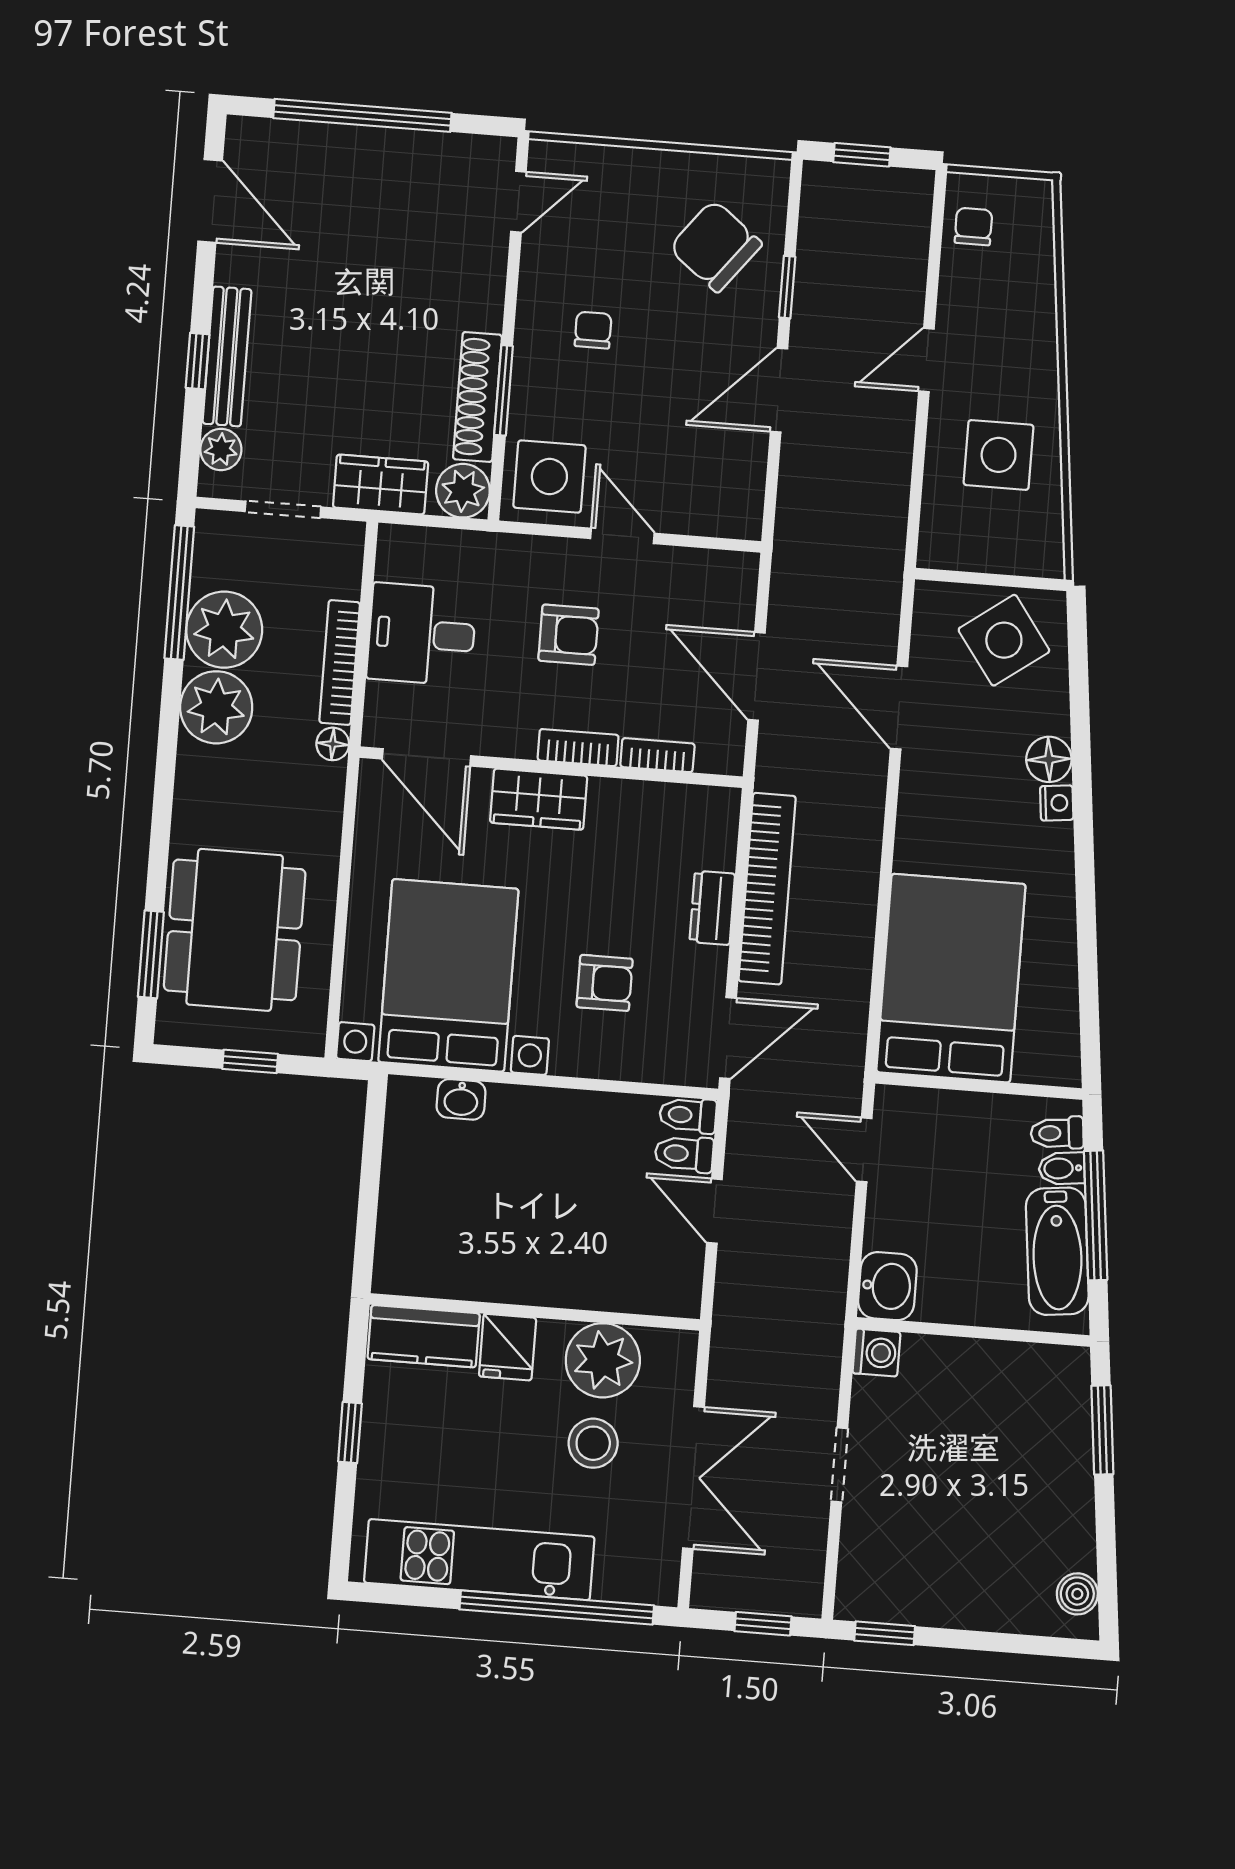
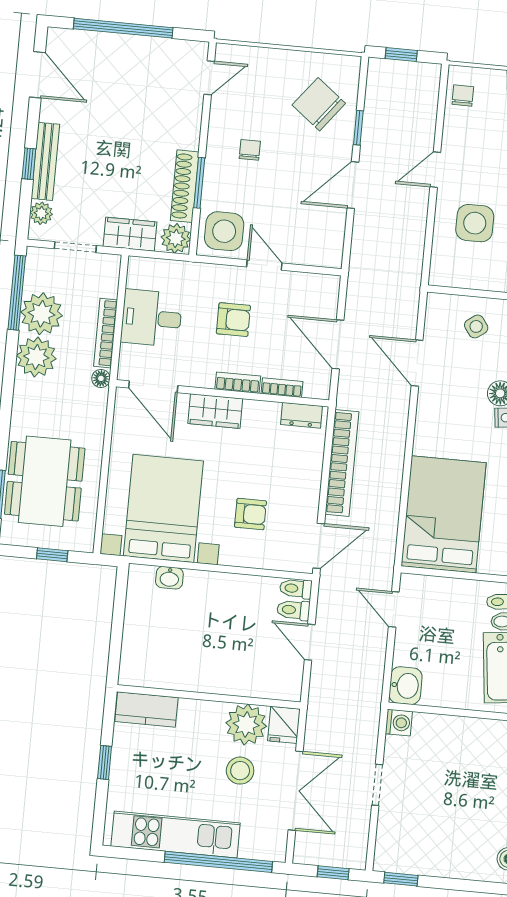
side table: (1004, 640) -> (476, 326), width x0.54, depth x0.54
dresser: (712, 908) -> (301, 415), moved, turned -90
fridge: (508, 1347) -> (284, 725), moved

